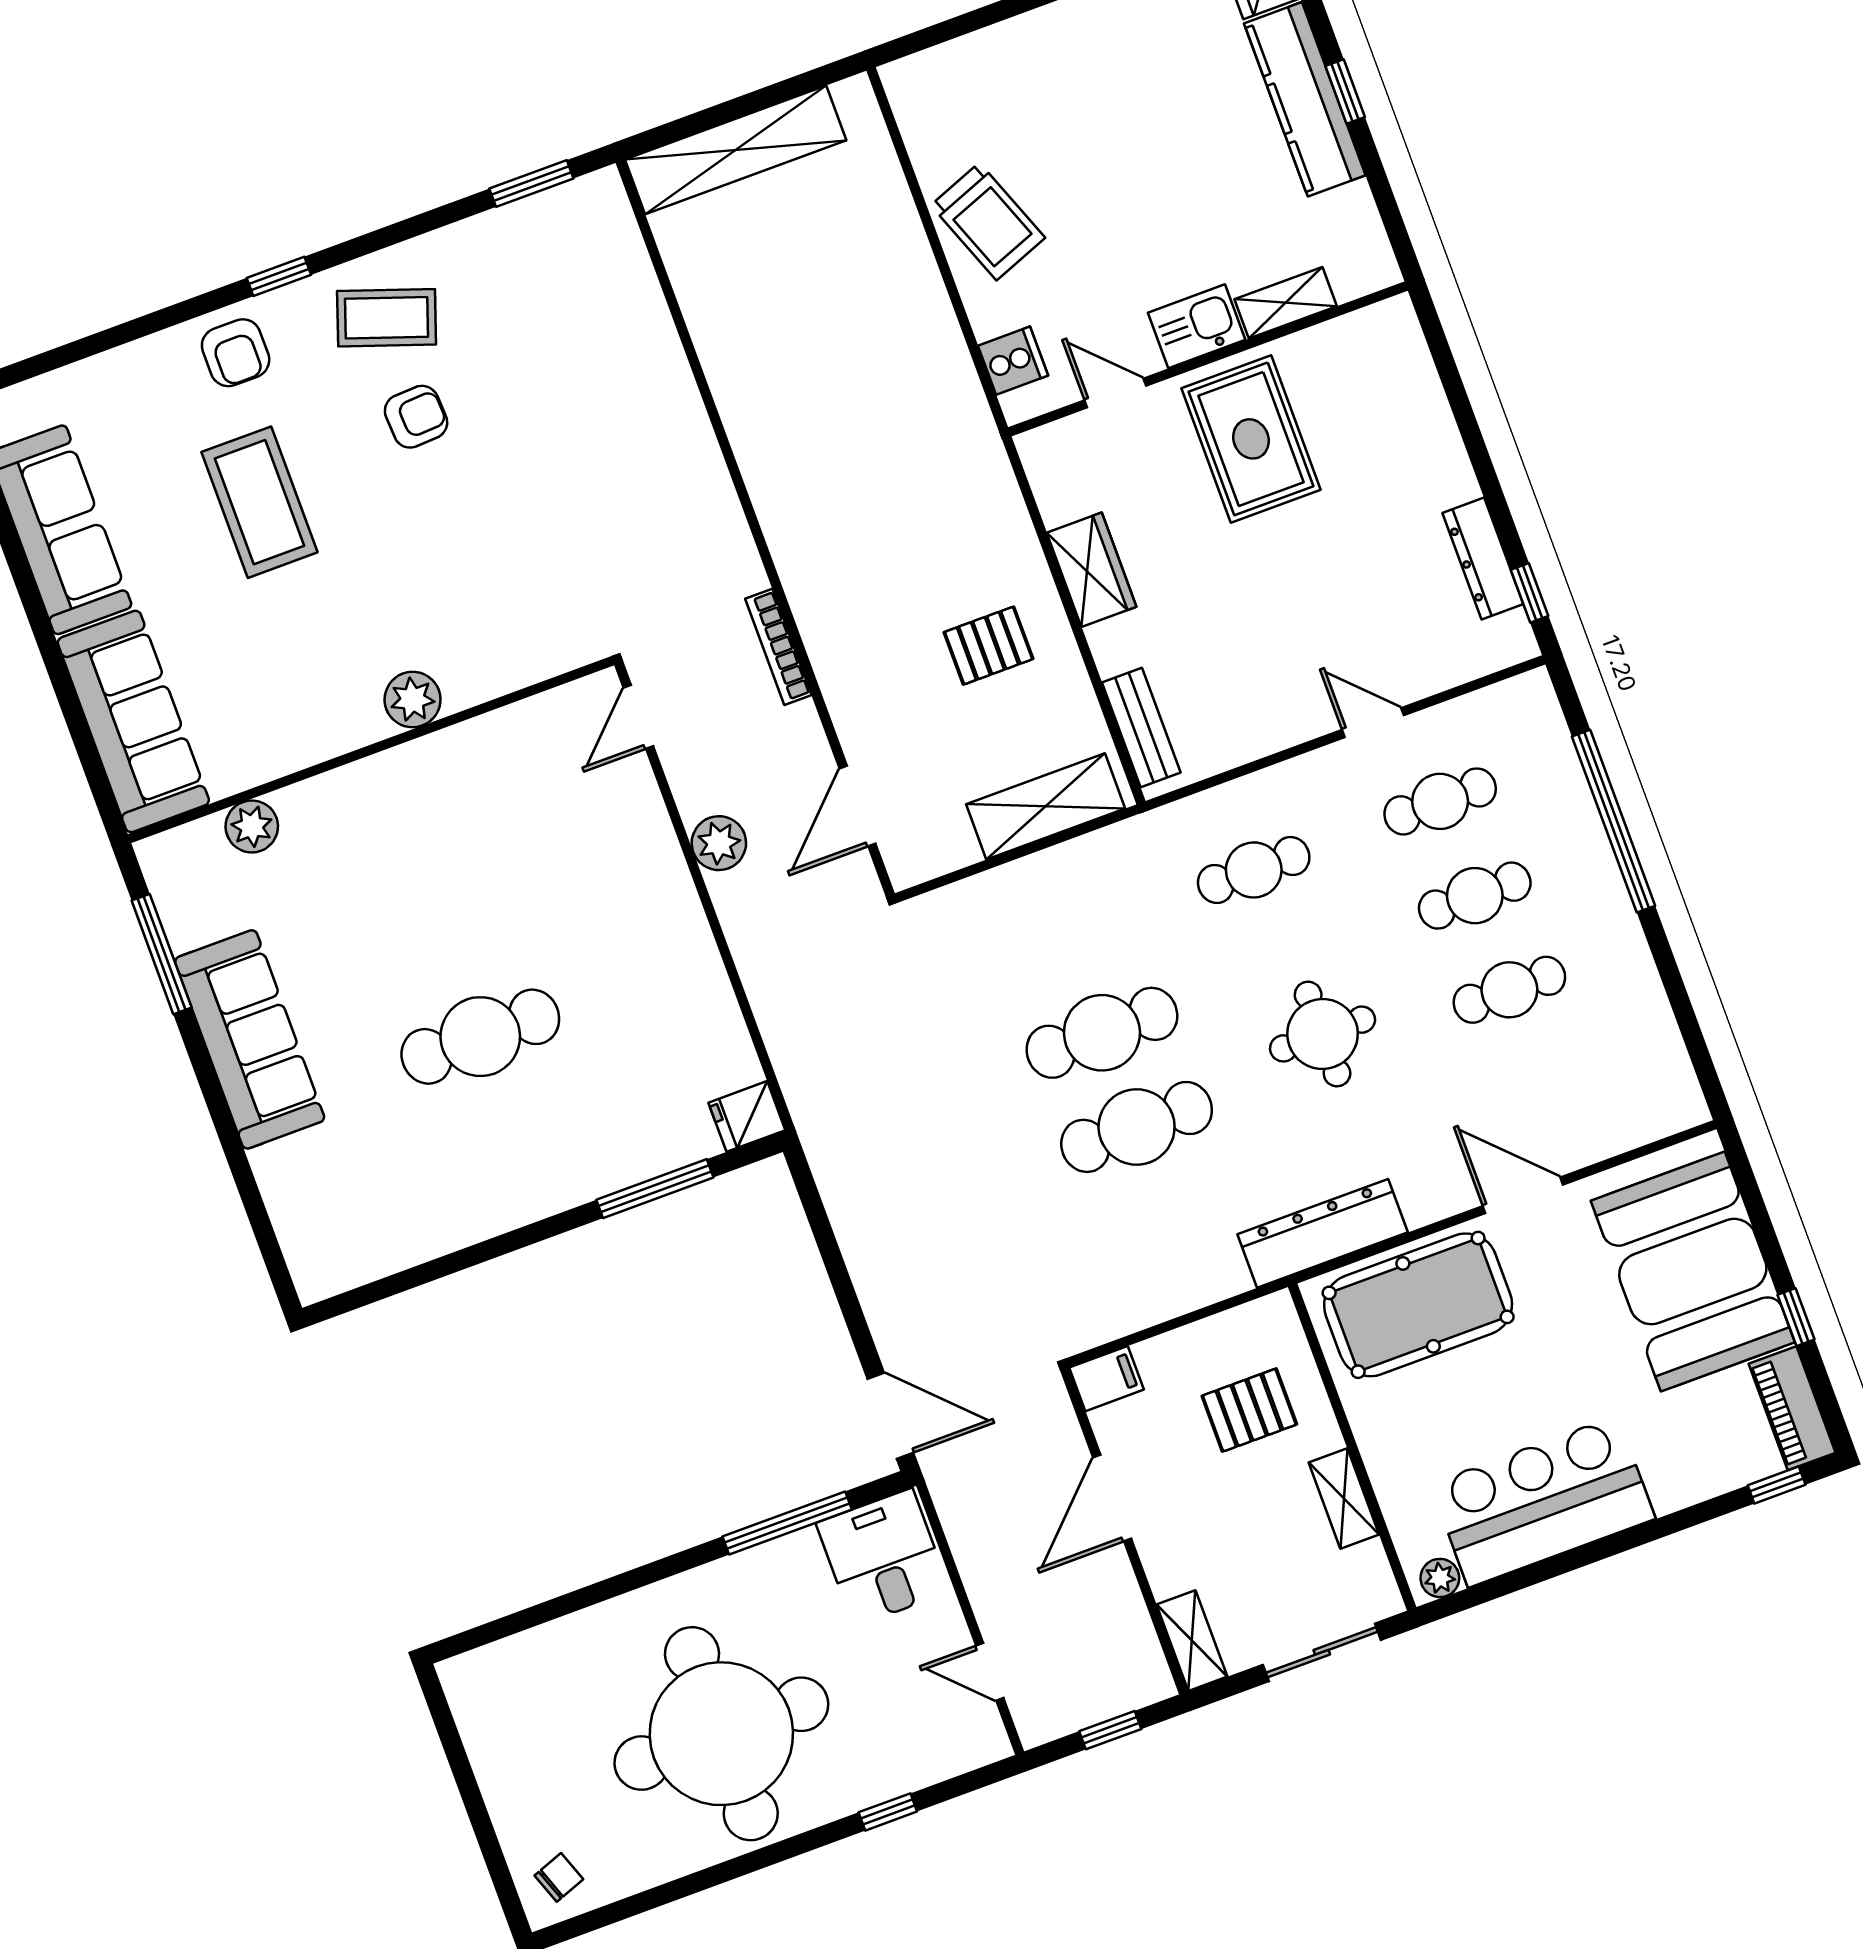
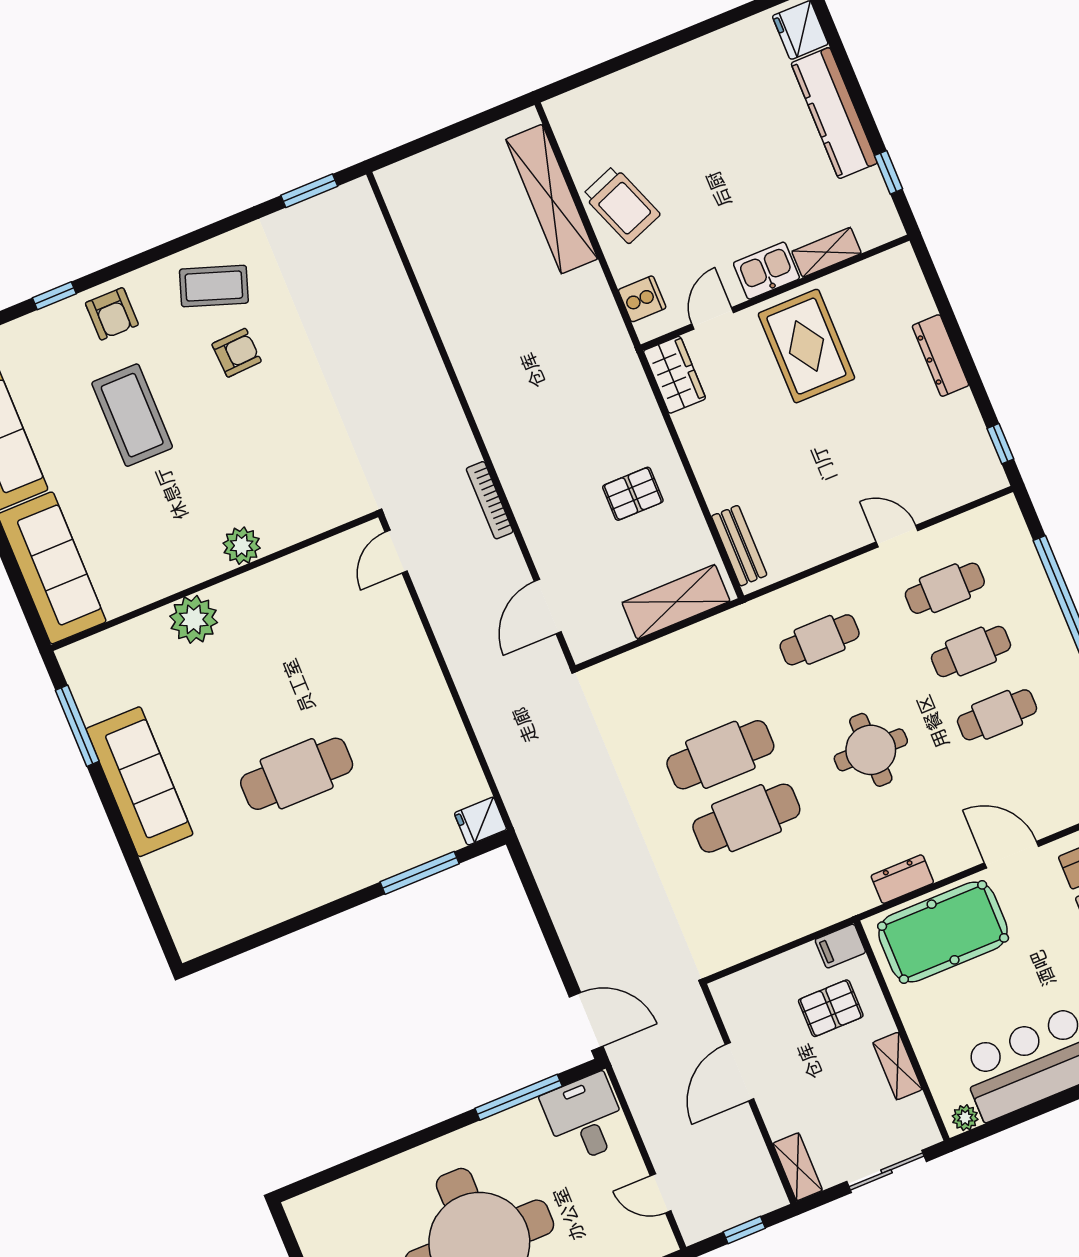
window: (1345, 91) -> (889, 172), moved
shelving: (736, 150) -> (552, 199), moved, turned 90
window: (279, 276) -> (54, 296), moved
door: (1115, 393) -> (713, 318), hinge flipped
dresser: (1483, 559) -> (940, 356), moved
wardrobe: (1092, 570) -> (675, 375), moved
plant: (252, 826) -> (194, 619), moved, width x1.36, depth x1.36
plant: (719, 843) -> (454, 636), removed
dresser: (1323, 1233) -> (902, 879), width x0.51, depth x0.80
filing cabinet: (1107, 1379) -> (840, 946), moved, turned 180

